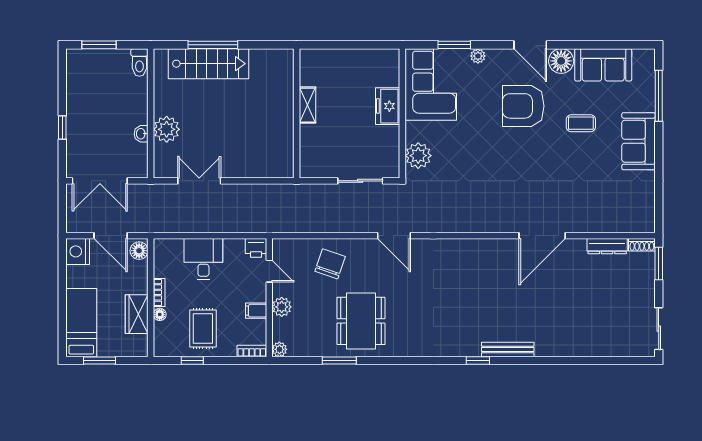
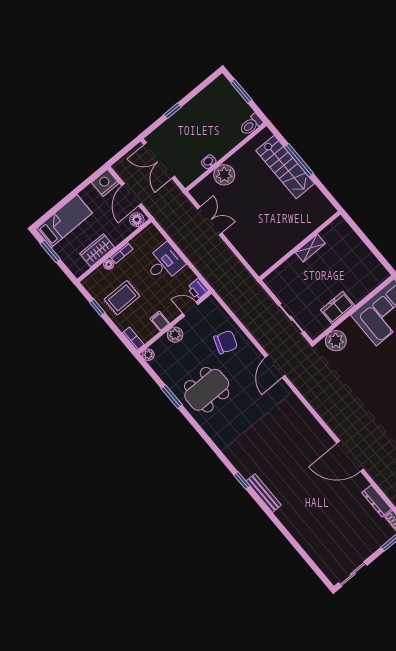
freezer: (388, 106) -> (338, 308), moved
door: (269, 271) -> (190, 309), swing flipped

